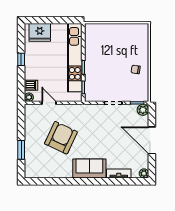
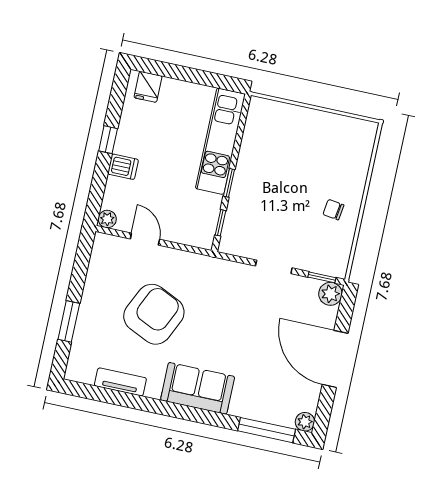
fridge: (40, 32) -> (148, 87), width x0.53, depth x0.75
kitchen unit: (75, 58) -> (220, 141), width x0.73
dishwasher: (31, 85) -> (123, 167), moved
tv unit: (119, 173) -> (120, 382), moved
window: (126, 181) -> (267, 430), added

